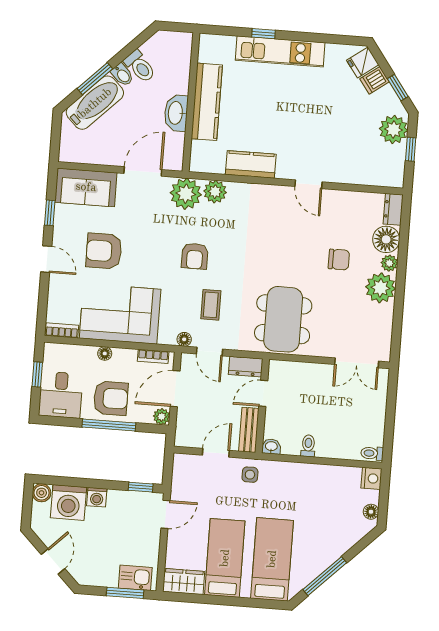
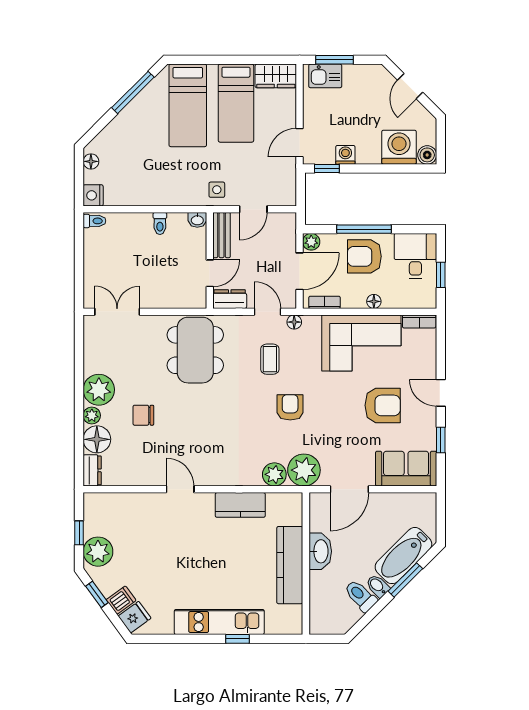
washing machine: (97, 497) -> (345, 155), moved

